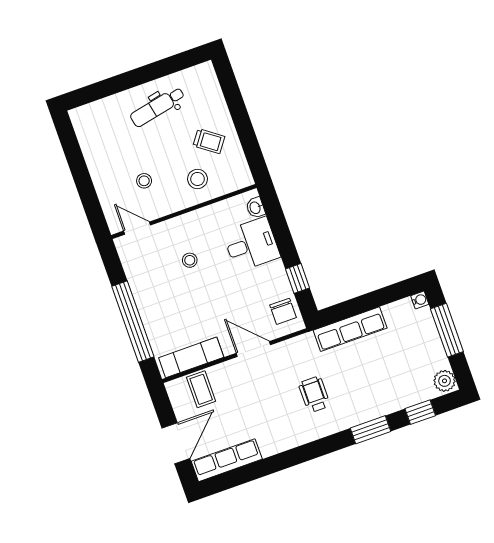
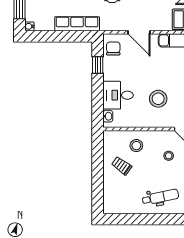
dental chair: (157, 107) -> (160, 197), moved
stool: (190, 260) -> (158, 99), width x1.89, depth x1.89

